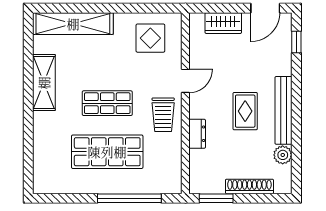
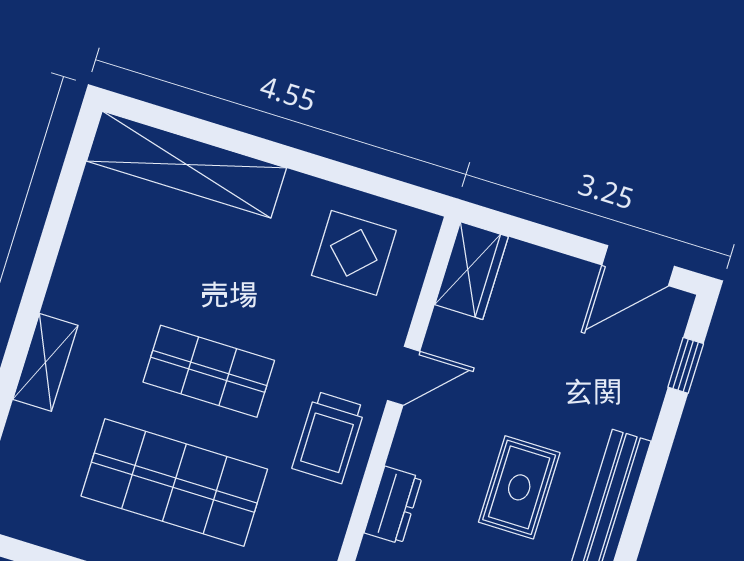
wardrobe: (223, 23) -> (472, 271), moved, turned -90
shelving: (44, 83) -> (45, 362), moved, width x0.67, depth x0.75

